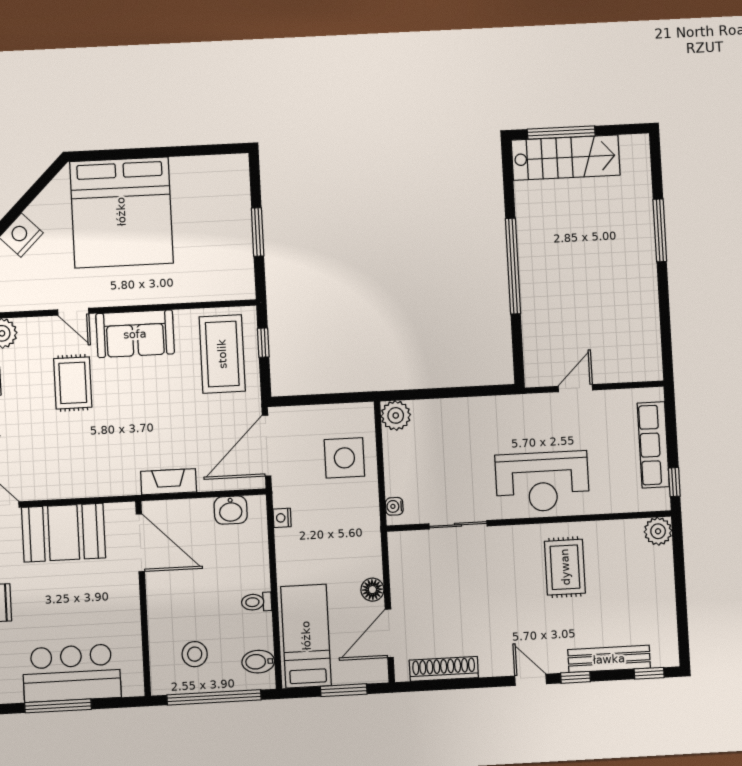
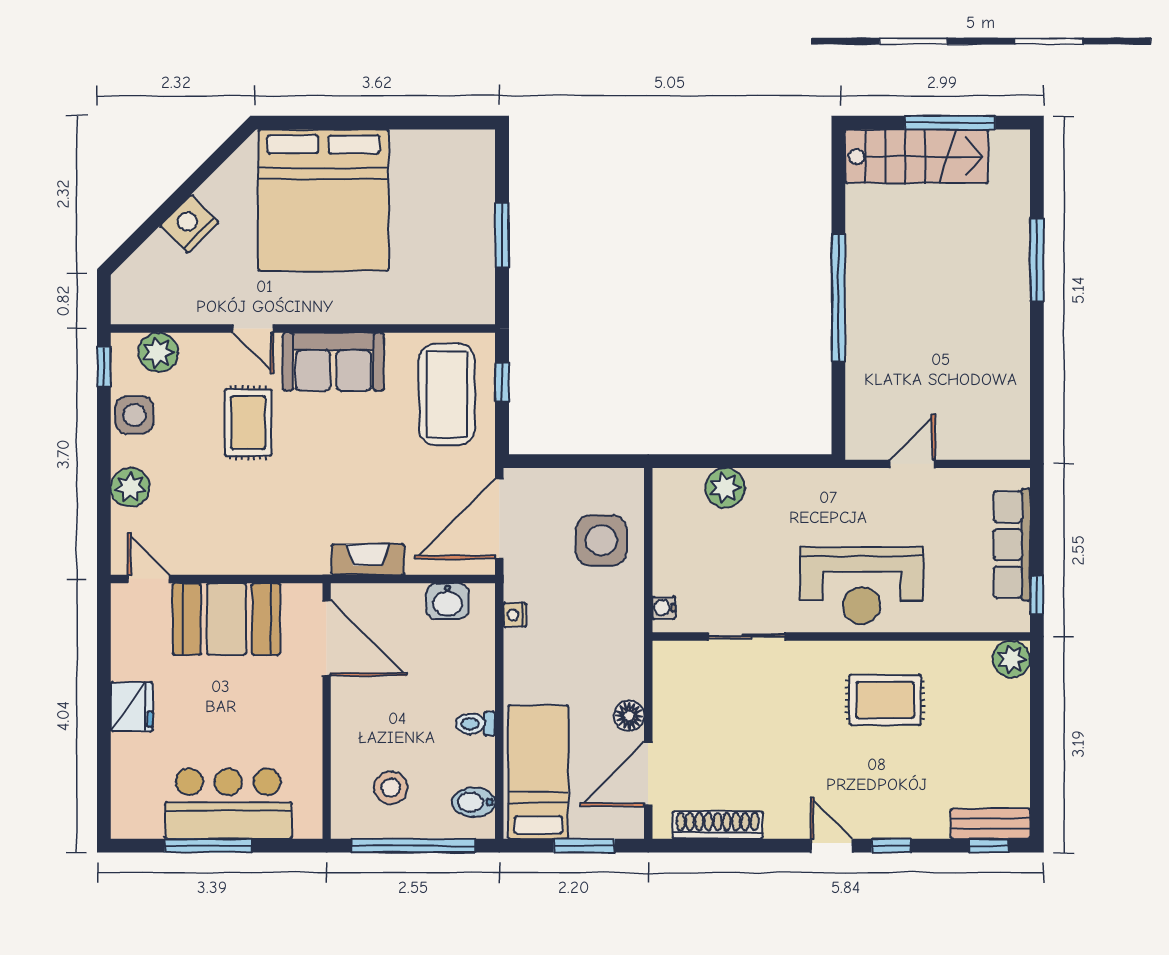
window: (561, 133) -> (950, 123), moved
plant: (396, 415) -> (725, 488), moved
rug: (565, 567) -> (885, 700), turned 90
bench: (609, 659) -> (990, 824), moved, width x0.73

